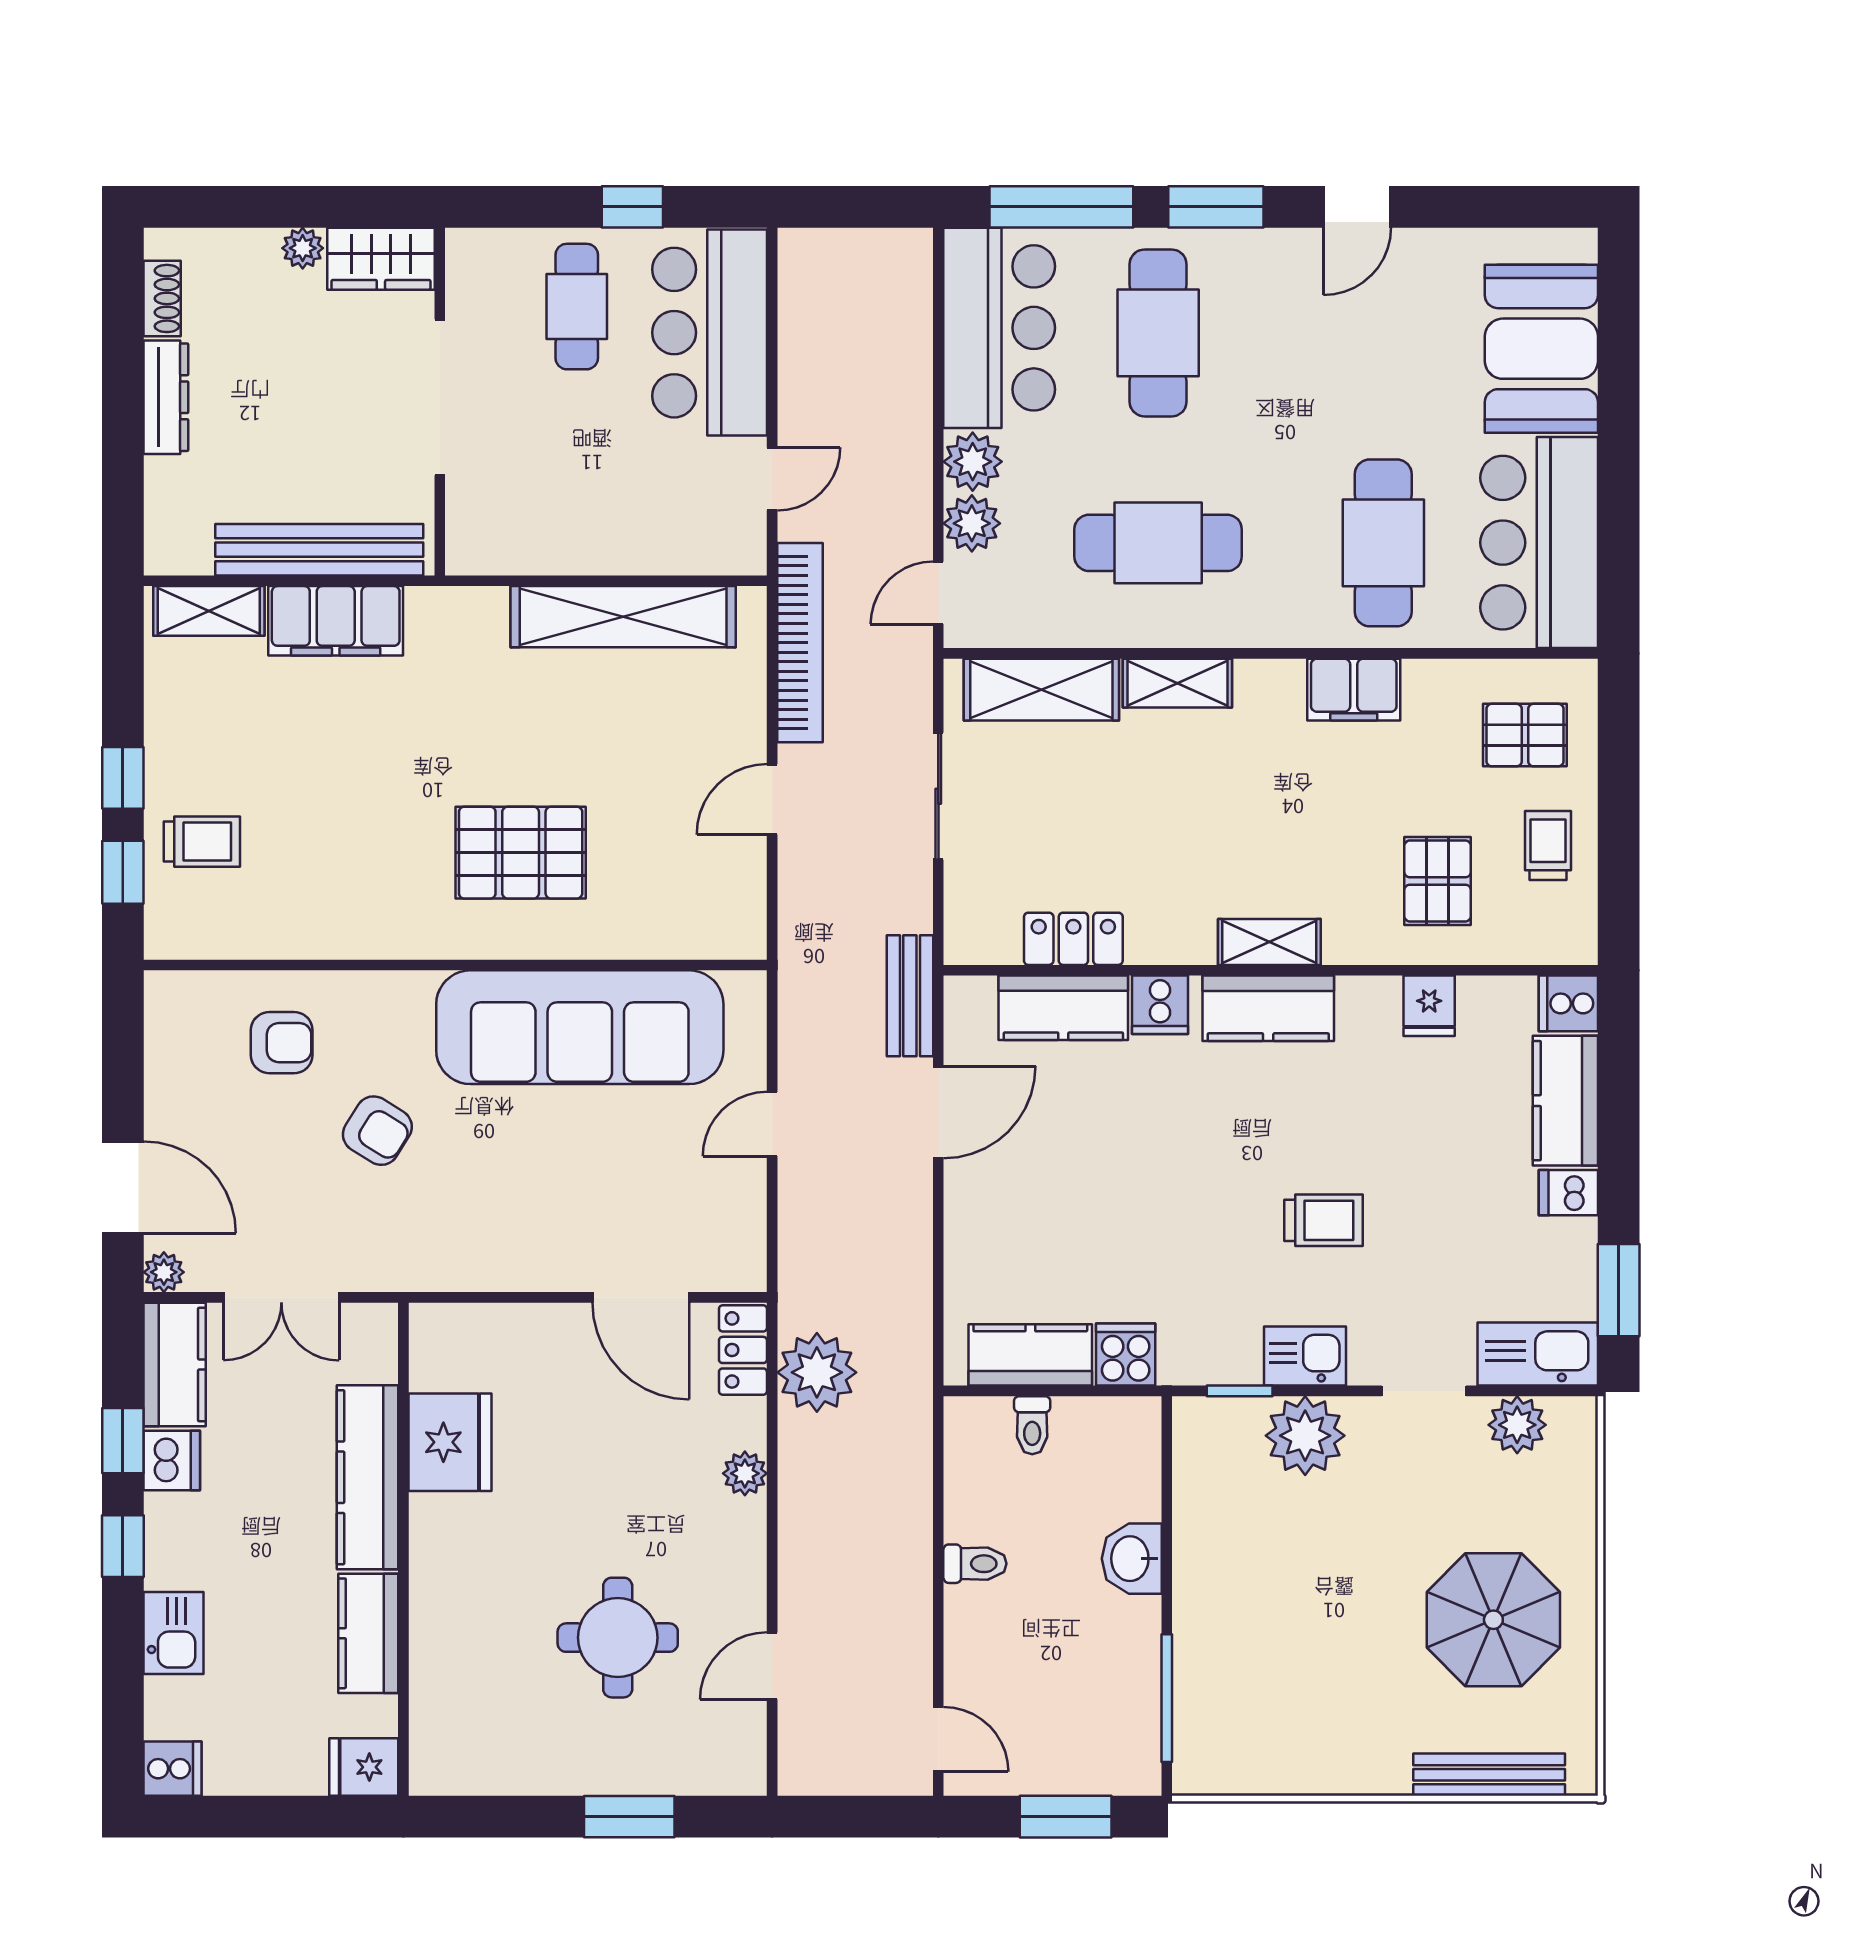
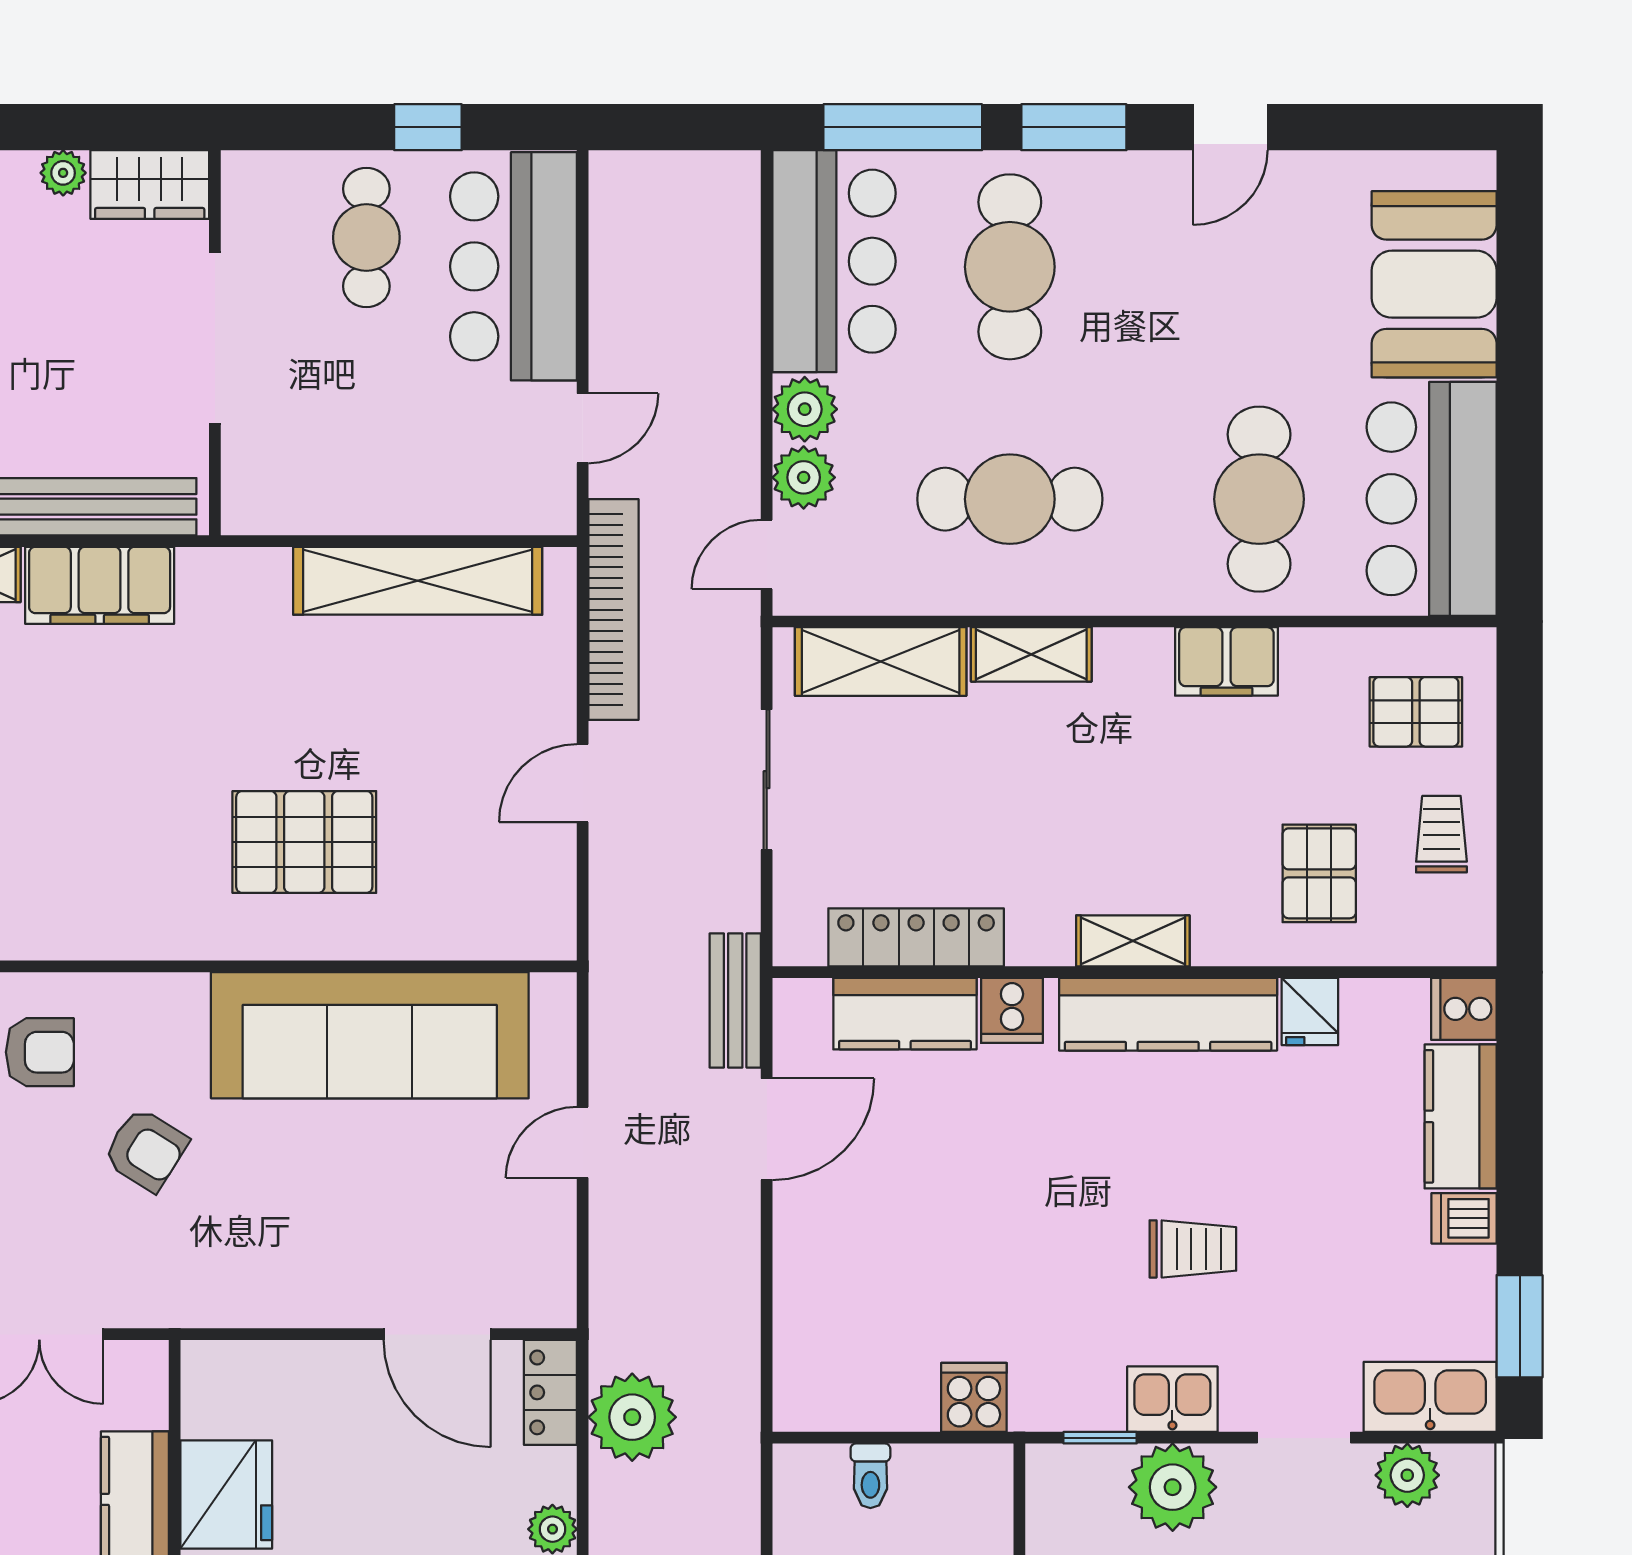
locker: (1073, 939) -> (916, 937), width x1.53
kitchen counter: (1268, 1008) -> (1168, 1014), width x1.50
kitchen counter: (1030, 1355) -> (868, 1398), removed

